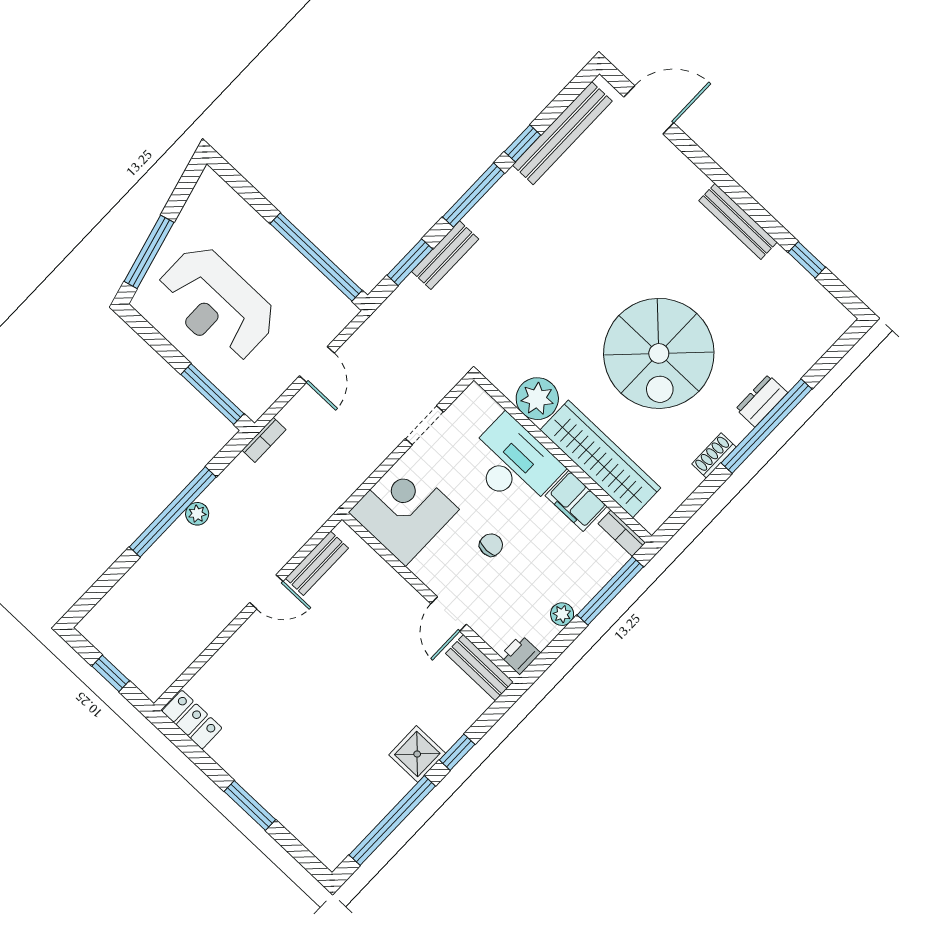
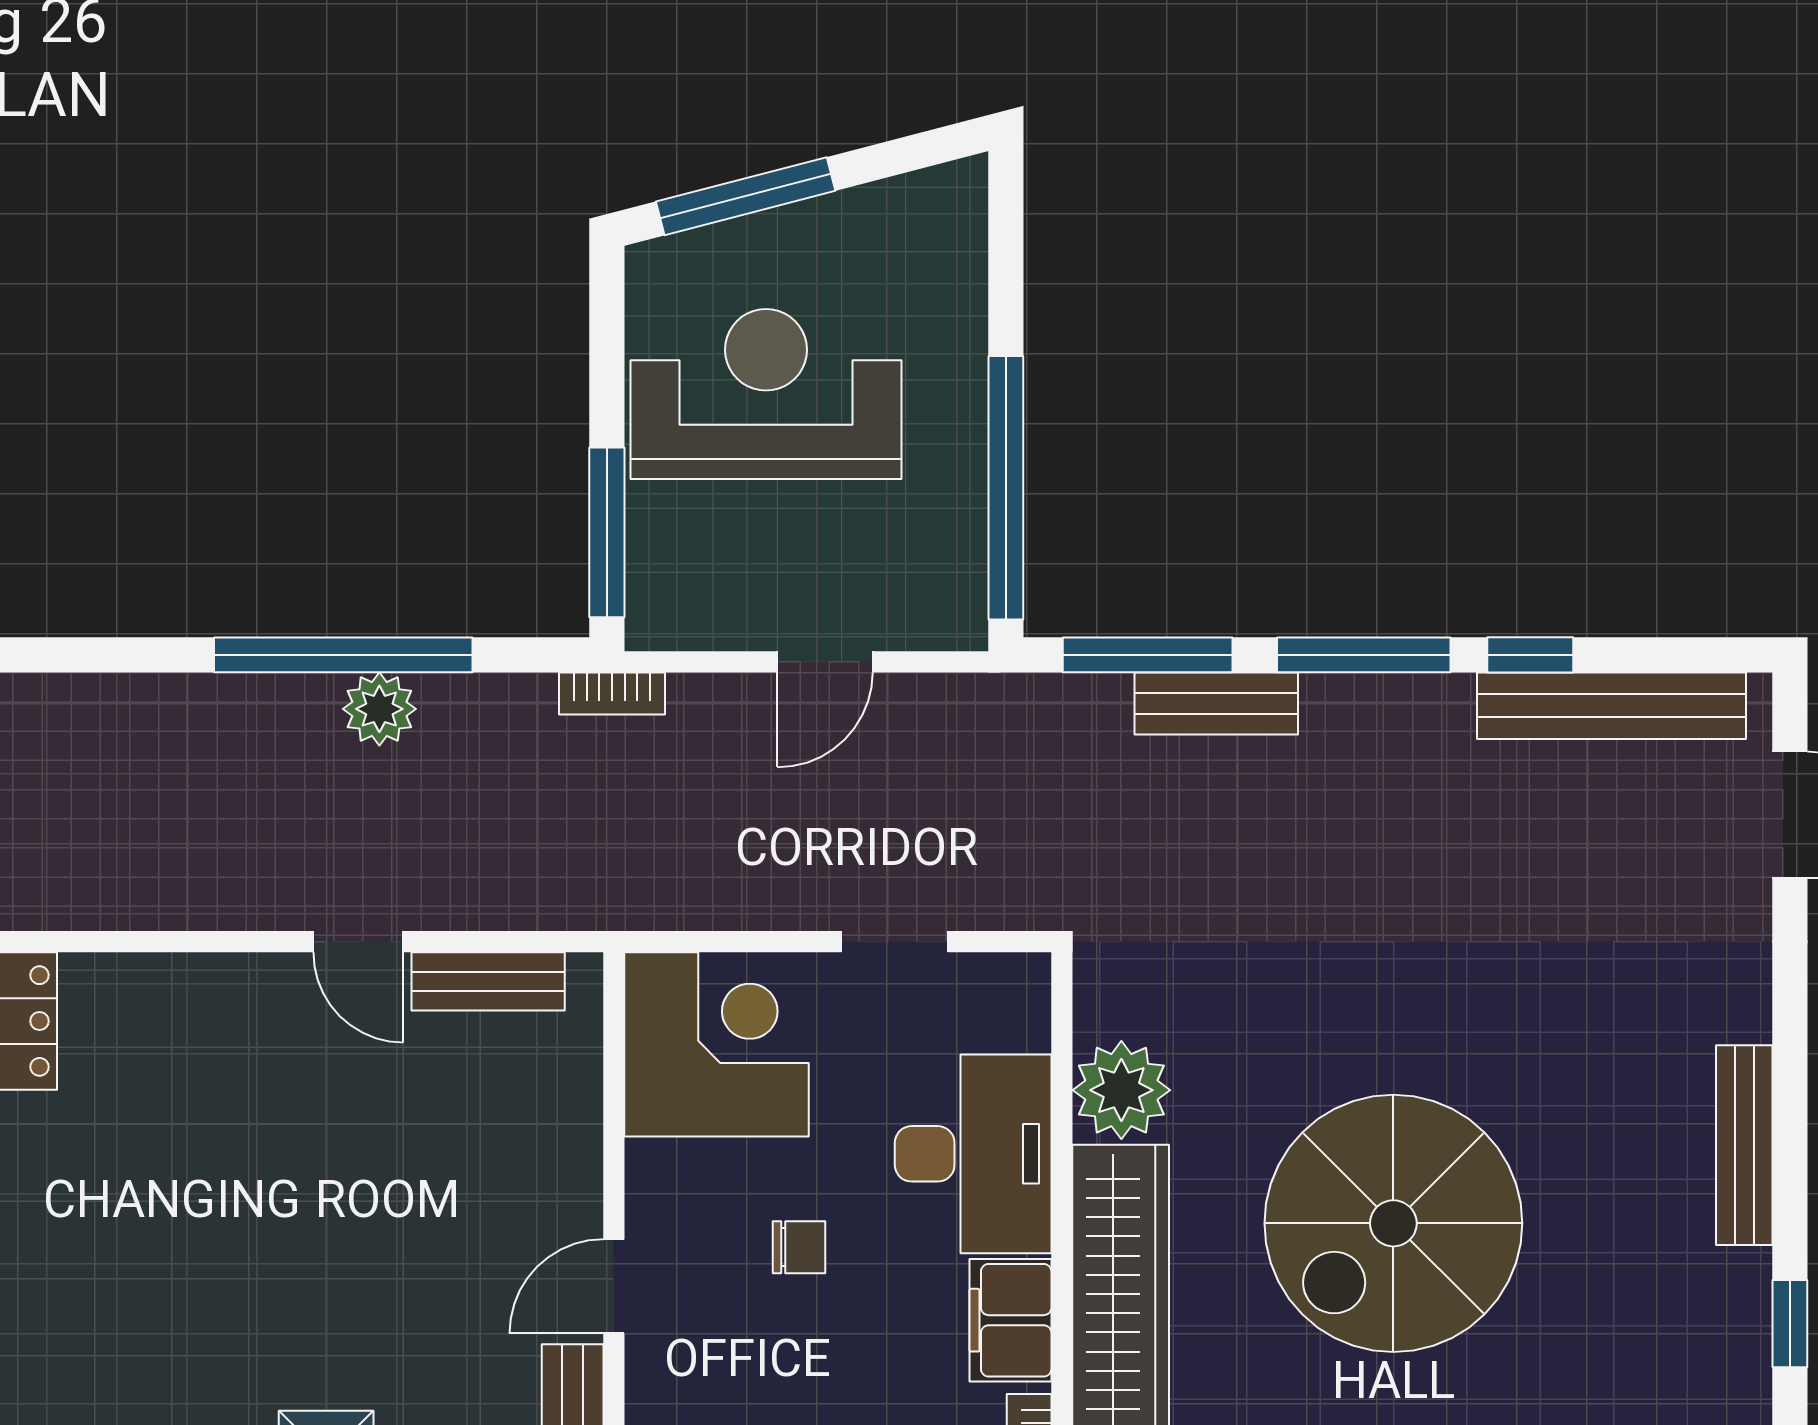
window: (410, 262) -> (1148, 655), width x1.44
reception desk: (216, 304) -> (766, 394), turned 90
plant: (197, 514) -> (379, 709), width x1.38, depth x1.38

